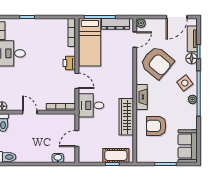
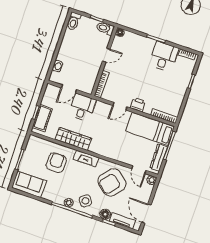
desk: (91, 105) -> (82, 107), moved
door: (77, 139) -> (69, 89), swing flipped

